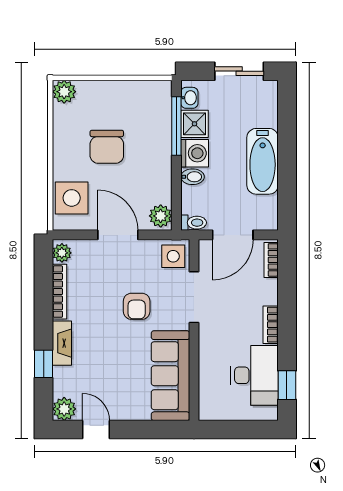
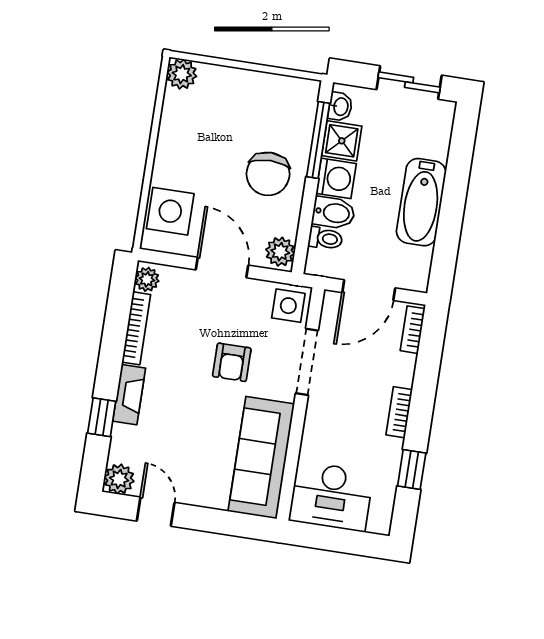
chair: (107, 147) -> (268, 174), moved
bidet: (192, 177) -> (334, 213), width x1.38, depth x1.36
toilet: (194, 223) -> (325, 238), moved
desk: (255, 375) -> (331, 496), moved, turned 90
window: (287, 385) -> (412, 470), moved

